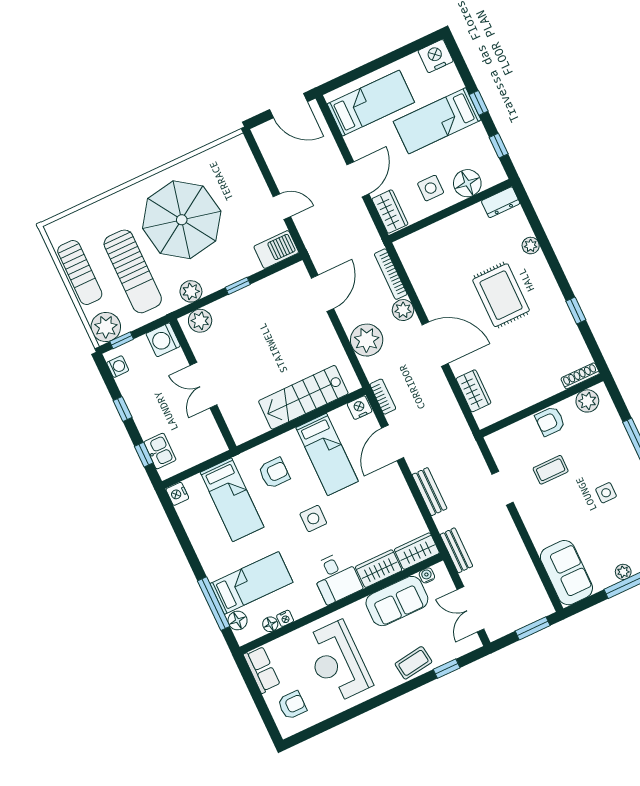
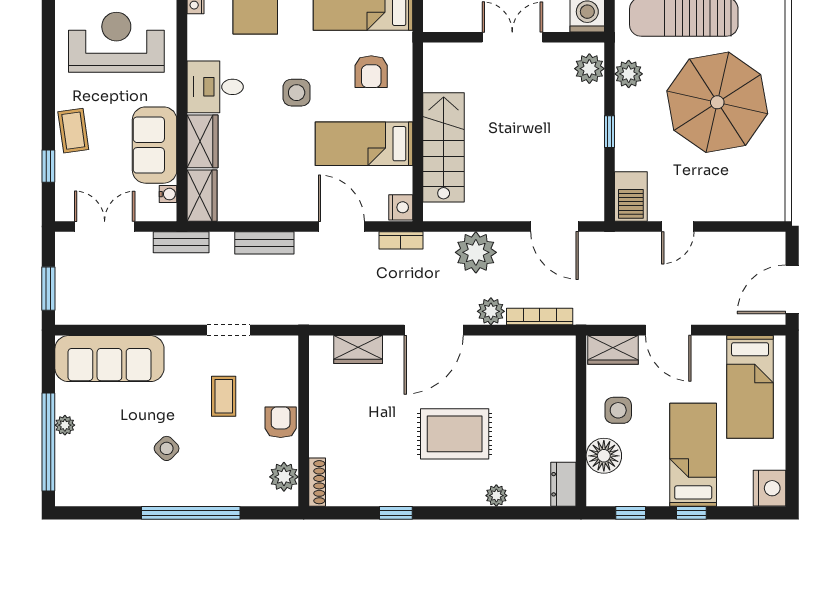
side table: (606, 493) -> (167, 448), turned 45
sofa: (566, 573) -> (109, 359), width x1.36

